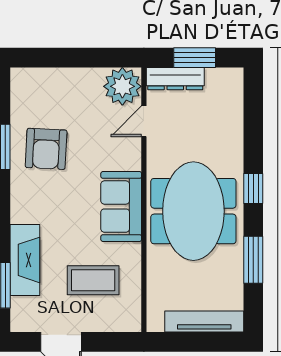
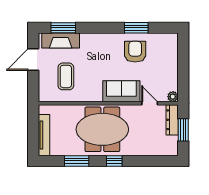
plant: (122, 86) -> (173, 97), width x0.53, depth x0.53
armchair: (46, 149) -> (135, 52), turned 87
sofa: (121, 207) -> (121, 91), moved
fireplace: (25, 260) -> (61, 41), moved

